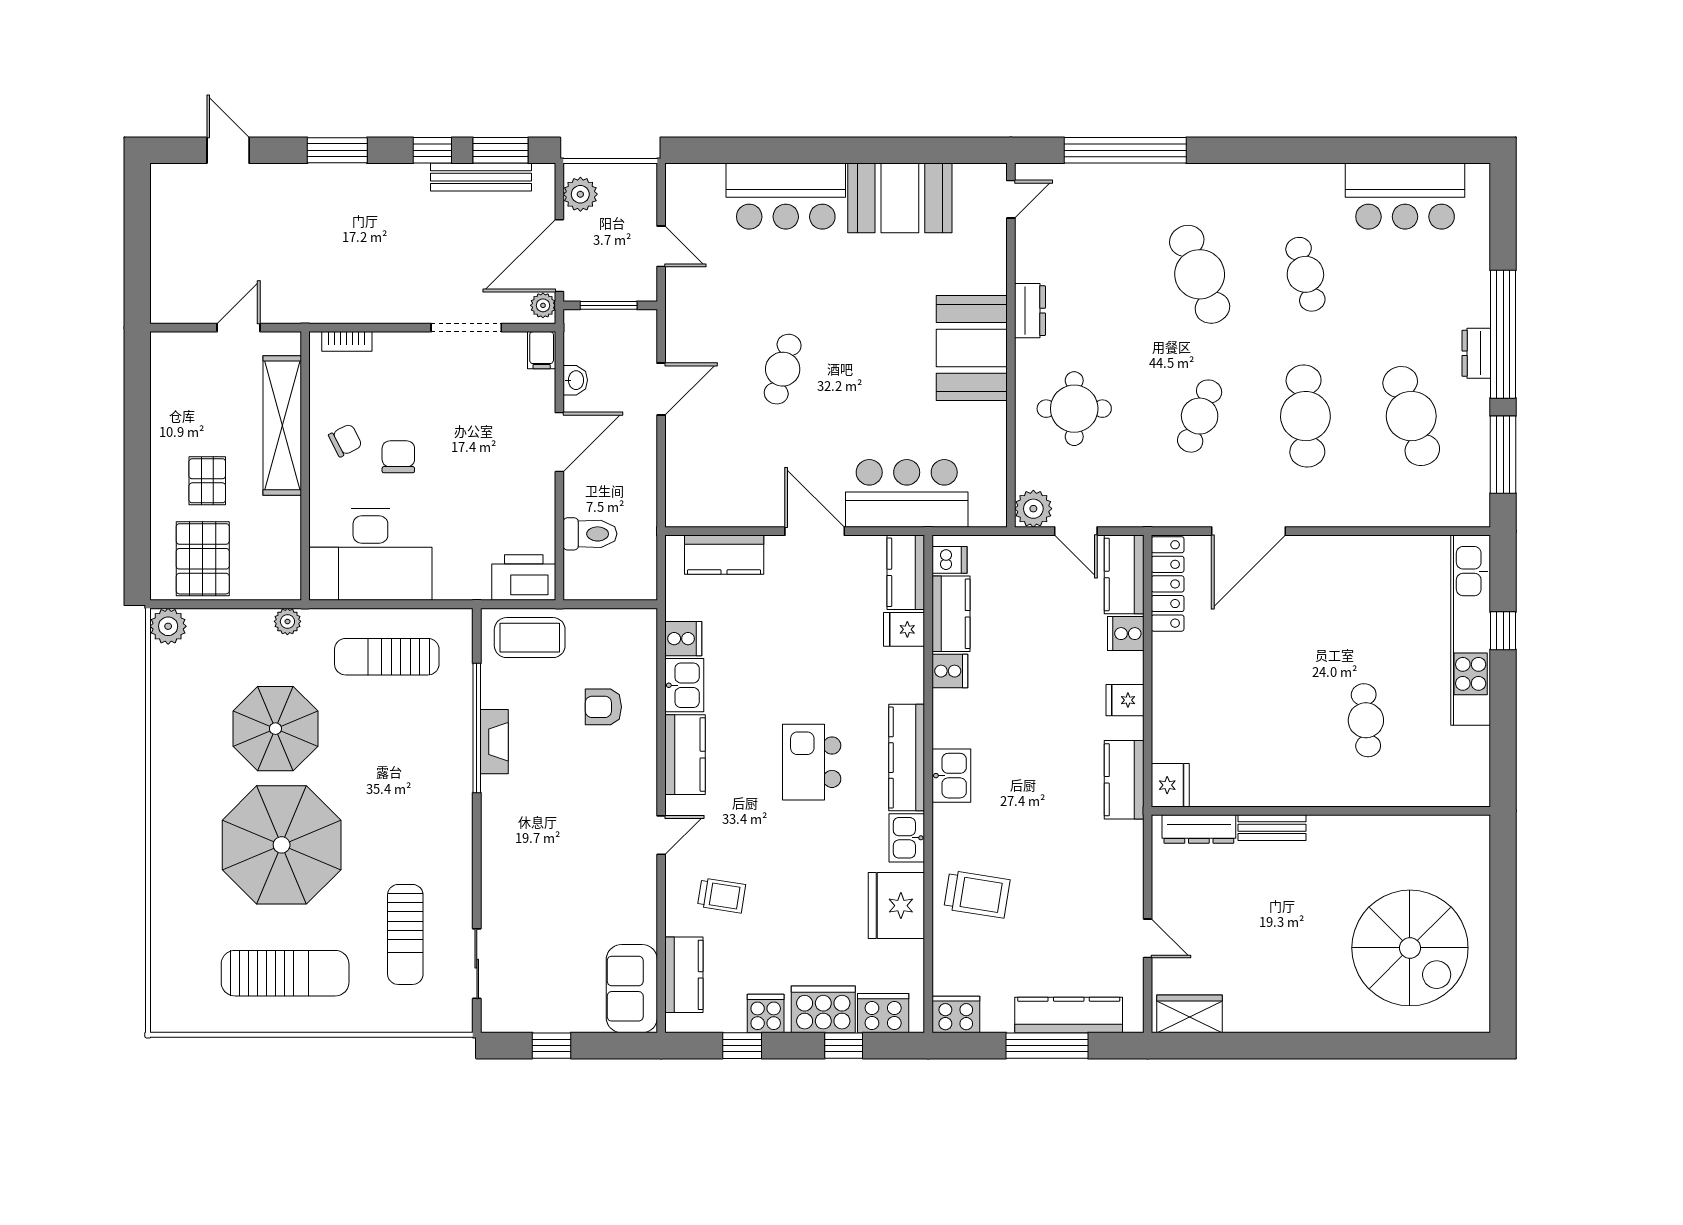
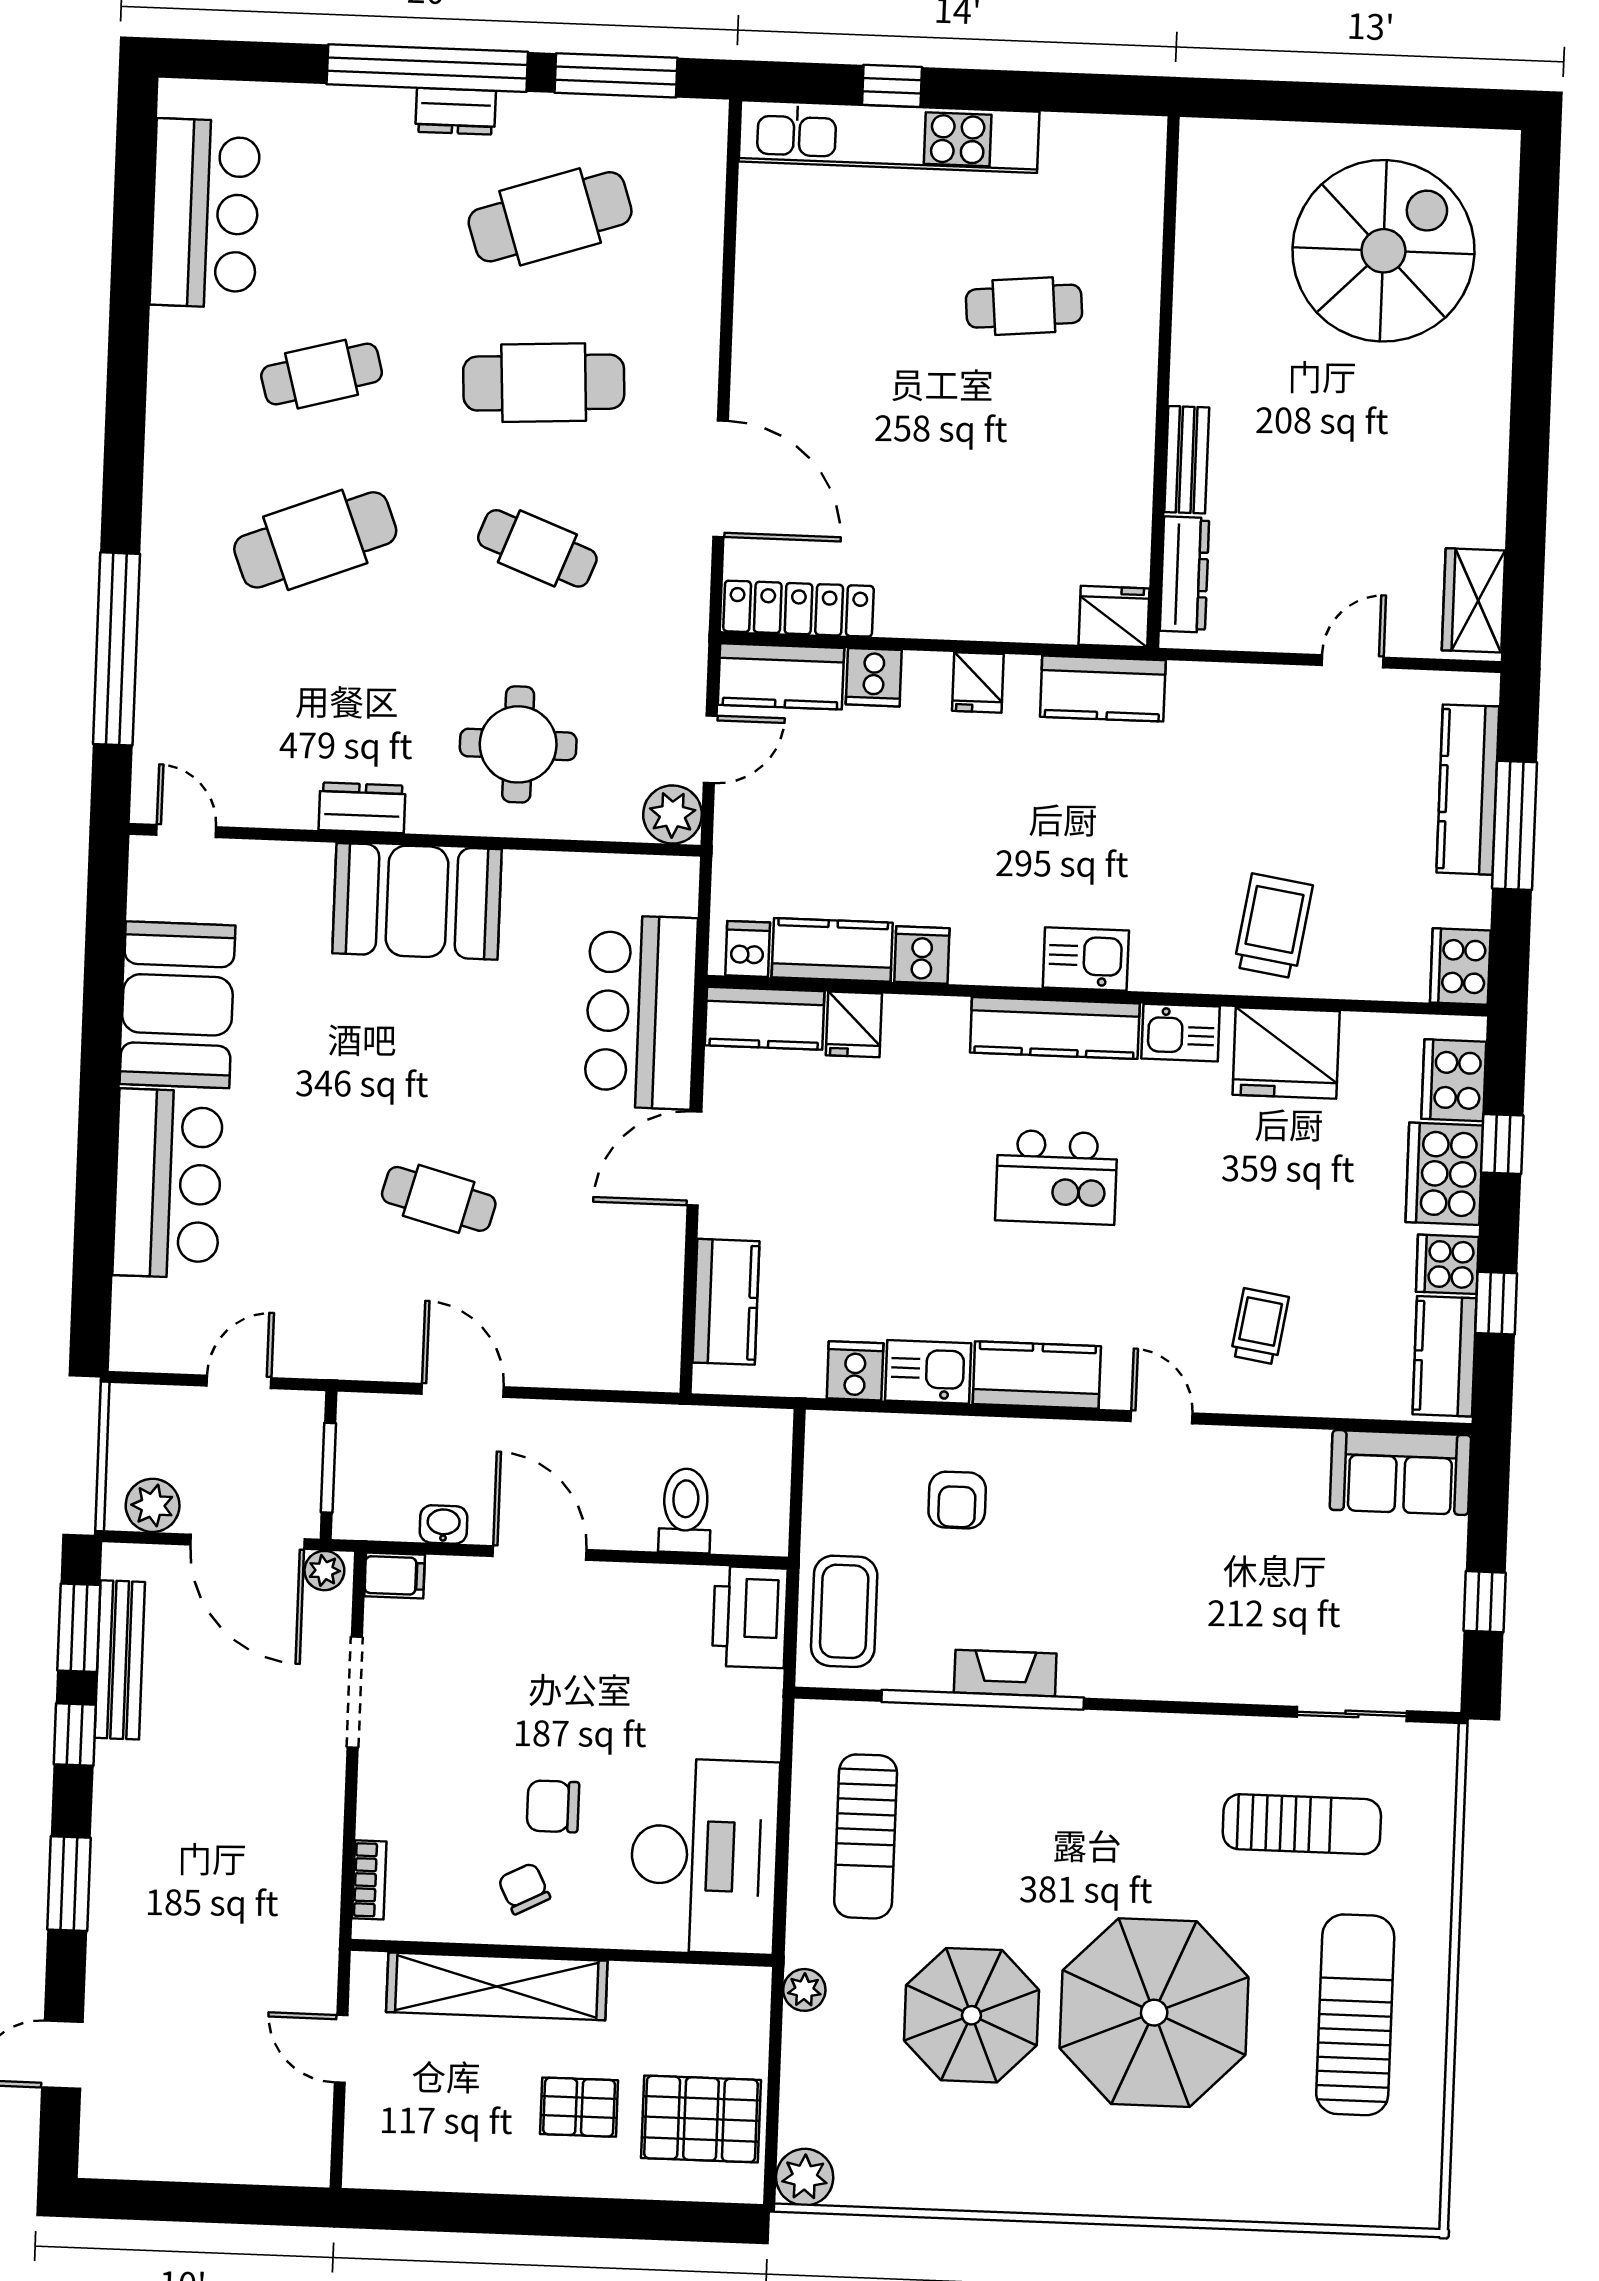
kitchen counter: (684, 975) -> (1444, 1356), moved, turned -90

